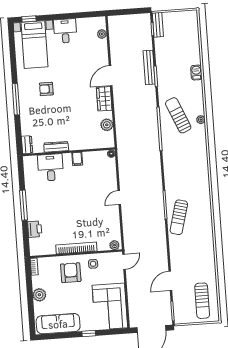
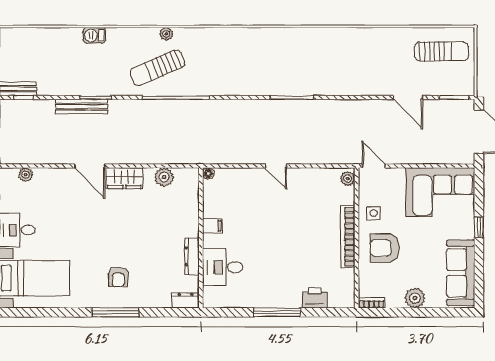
armchair: (46, 89) -> (118, 277), moved
sun lounger: (179, 217) -> (312, 78), removed

